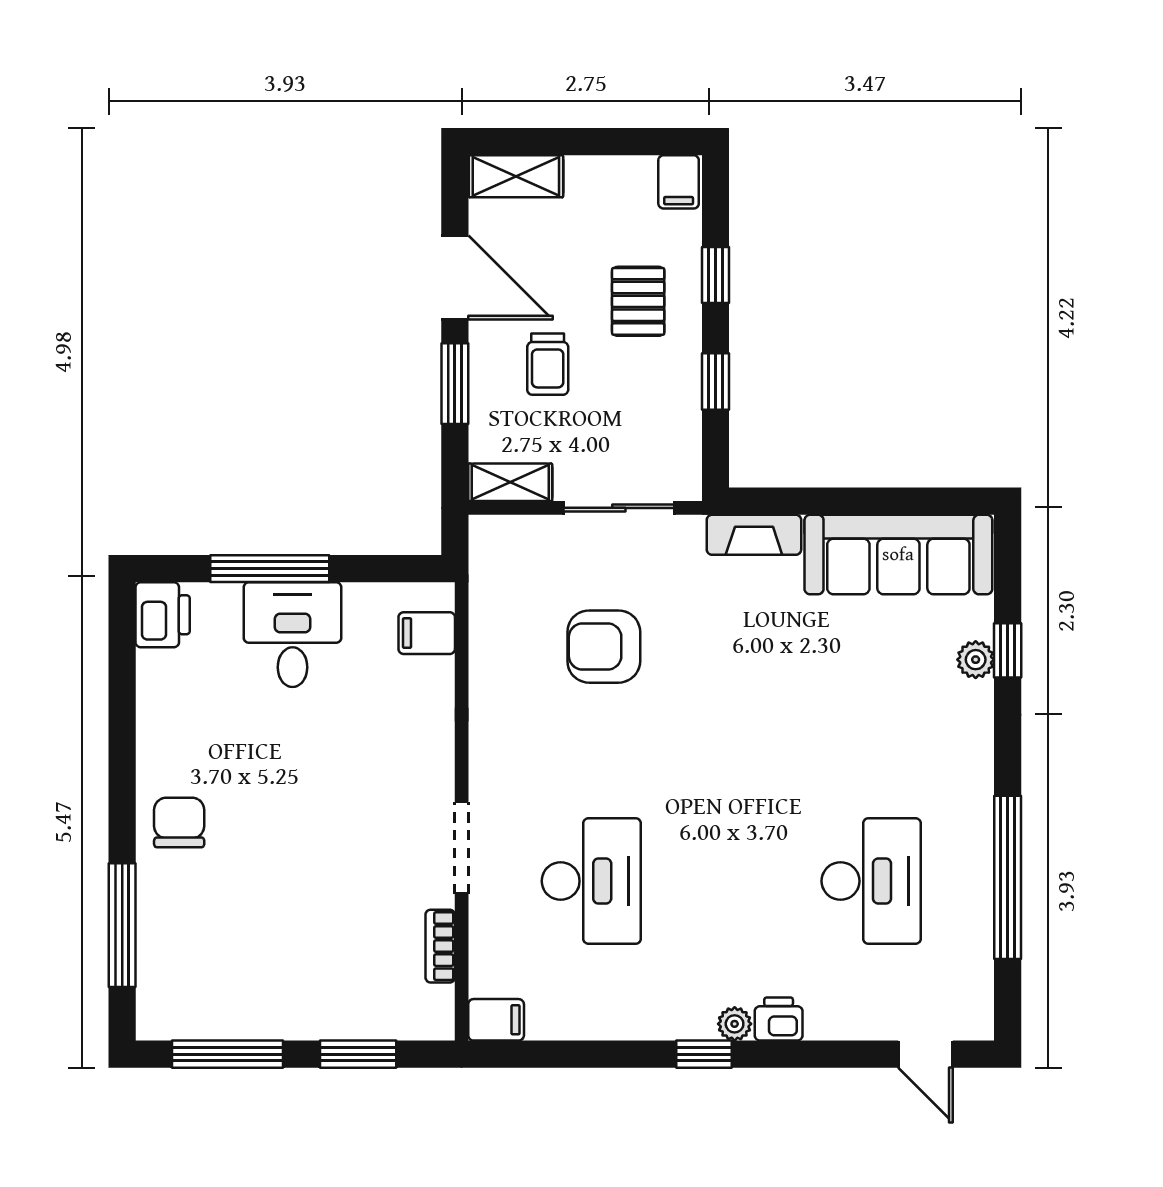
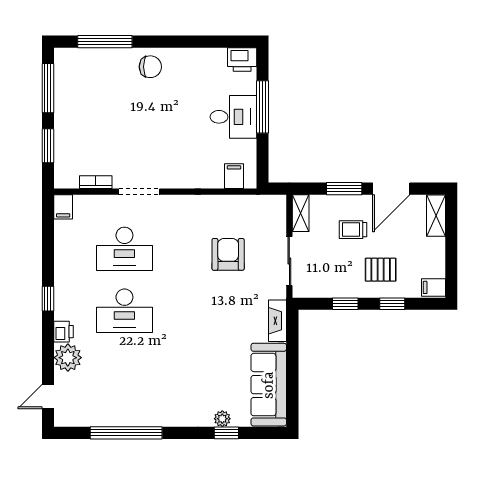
desk: (871, 881) -> (124, 311), moved
plant: (735, 1024) -> (68, 358), moved, width x1.87, depth x1.87

